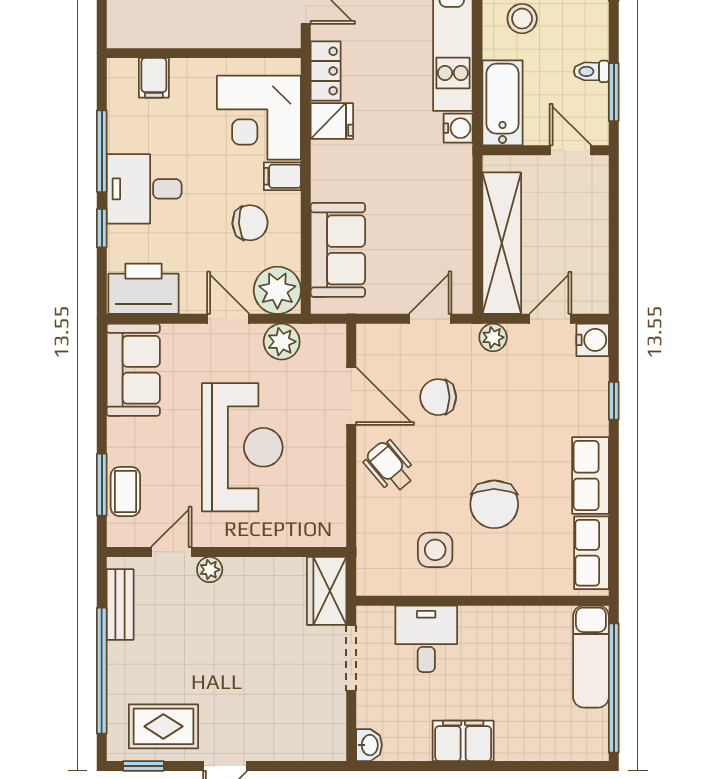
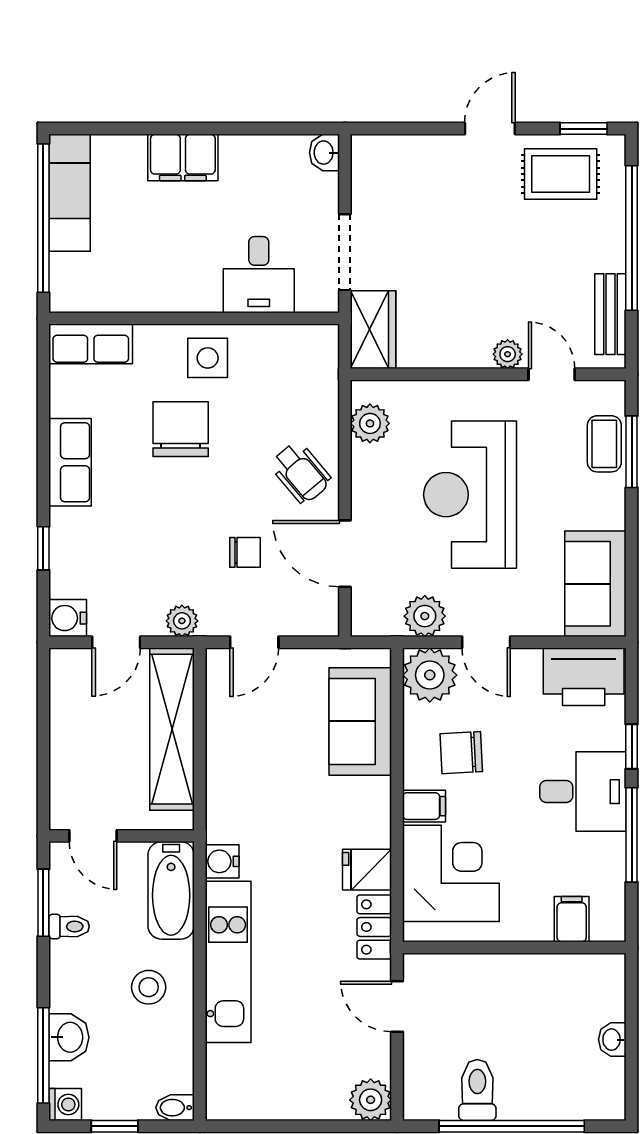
chair: (438, 397) -> (245, 552), width x0.73, depth x0.73
plant: (329, 509) -> (370, 423), added
side table: (435, 550) -> (208, 358), moved
door: (171, 552) -> (552, 374), swing flipped
row of seats: (591, 553) -> (91, 344), moved, turned 90
exam couch: (591, 657) -> (69, 193), moved
filing cabinet: (463, 741) -> (183, 157), moved

